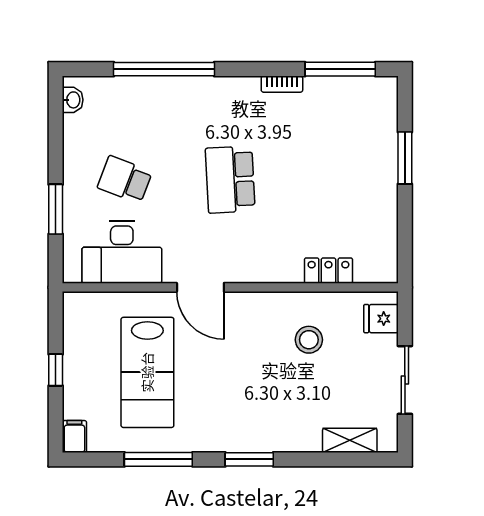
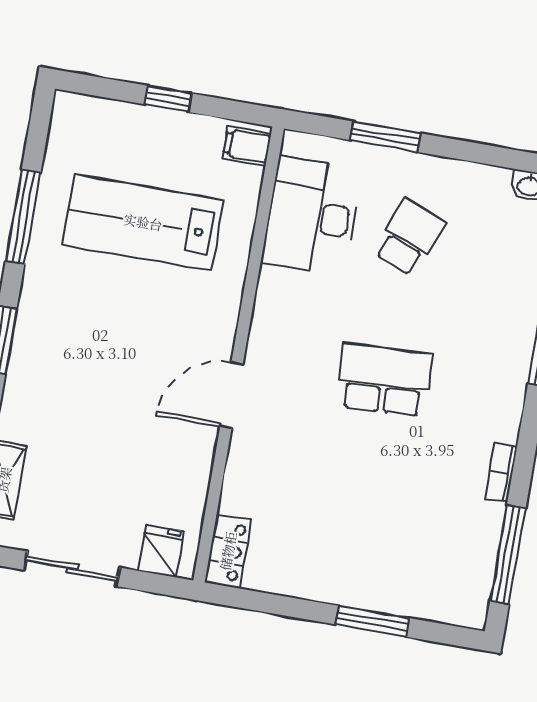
locker: (328, 271) -> (228, 551), moved
door: (200, 287) -> (231, 395), moved
stool: (309, 340) -> (149, 448), removed
filing cabinet: (74, 436) -> (247, 146), moved, turned 180

